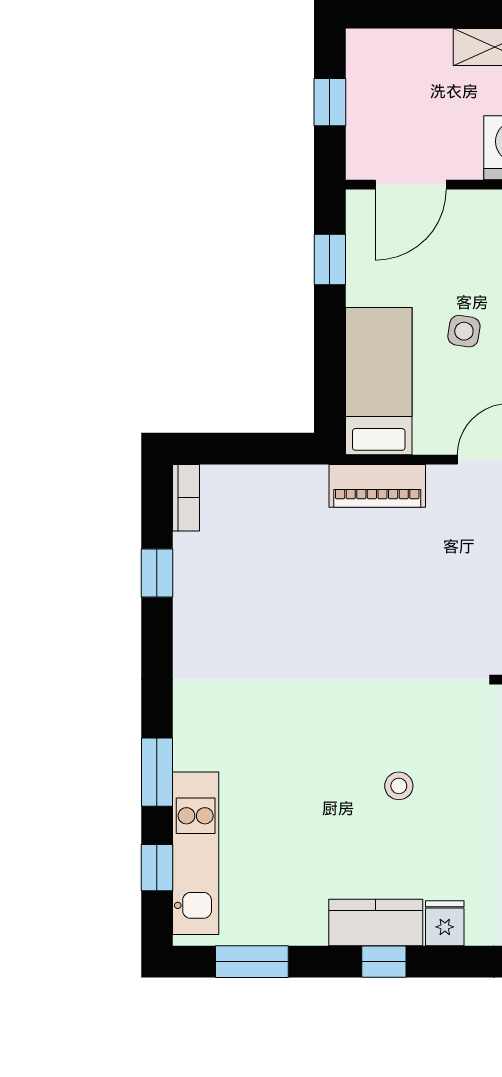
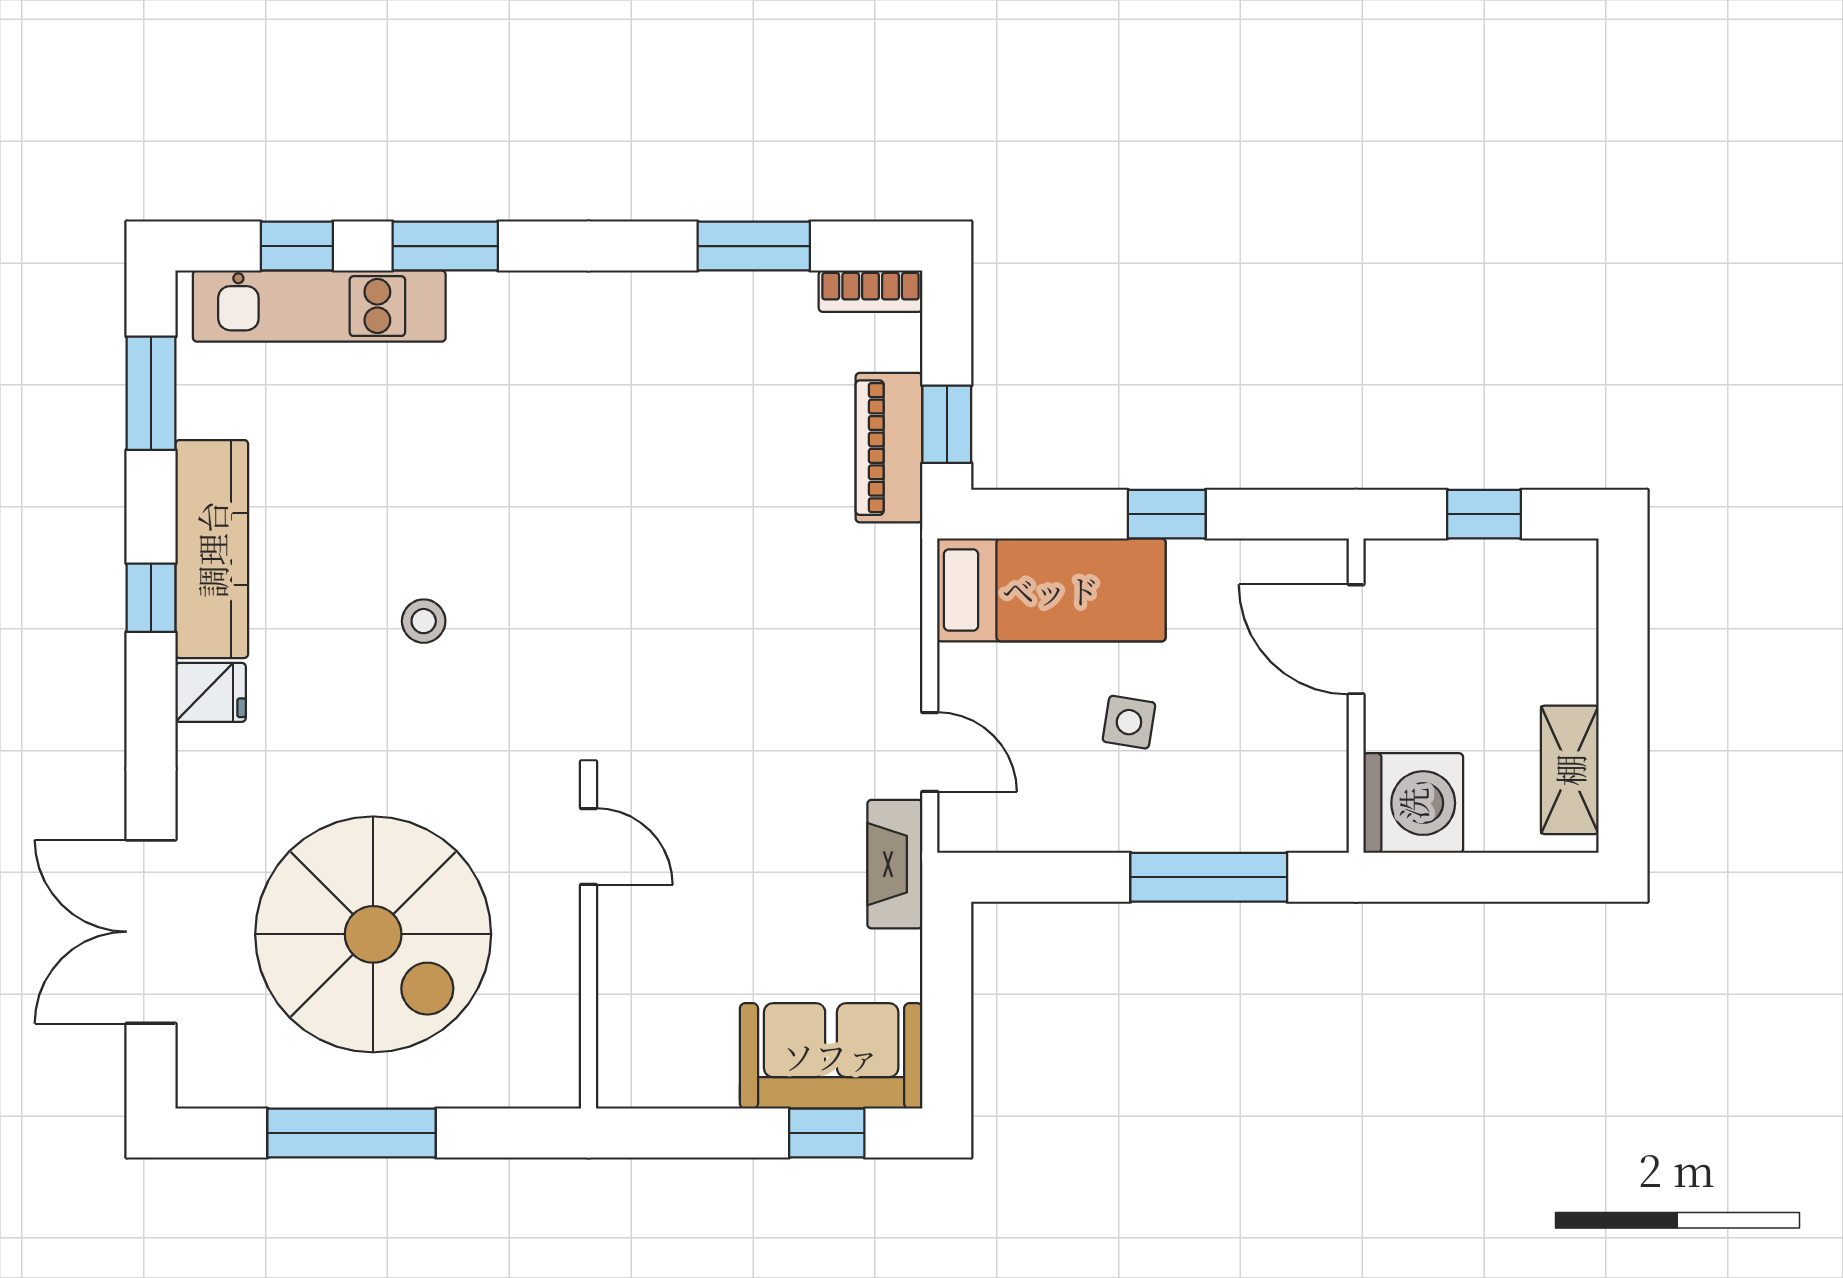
window: (330, 259) -> (1167, 514), moved
window: (272, 449) -> (947, 424), added
piano: (377, 486) -> (889, 448), moved
window: (157, 573) -> (754, 246), width x1.50
kitchen counter: (376, 923) -> (212, 549), width x1.50

